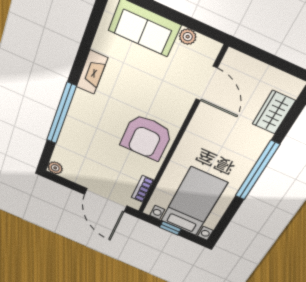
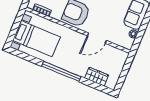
door: (206, 84) -> (97, 38), moved
window: (170, 228) -> (16, 26), removed

